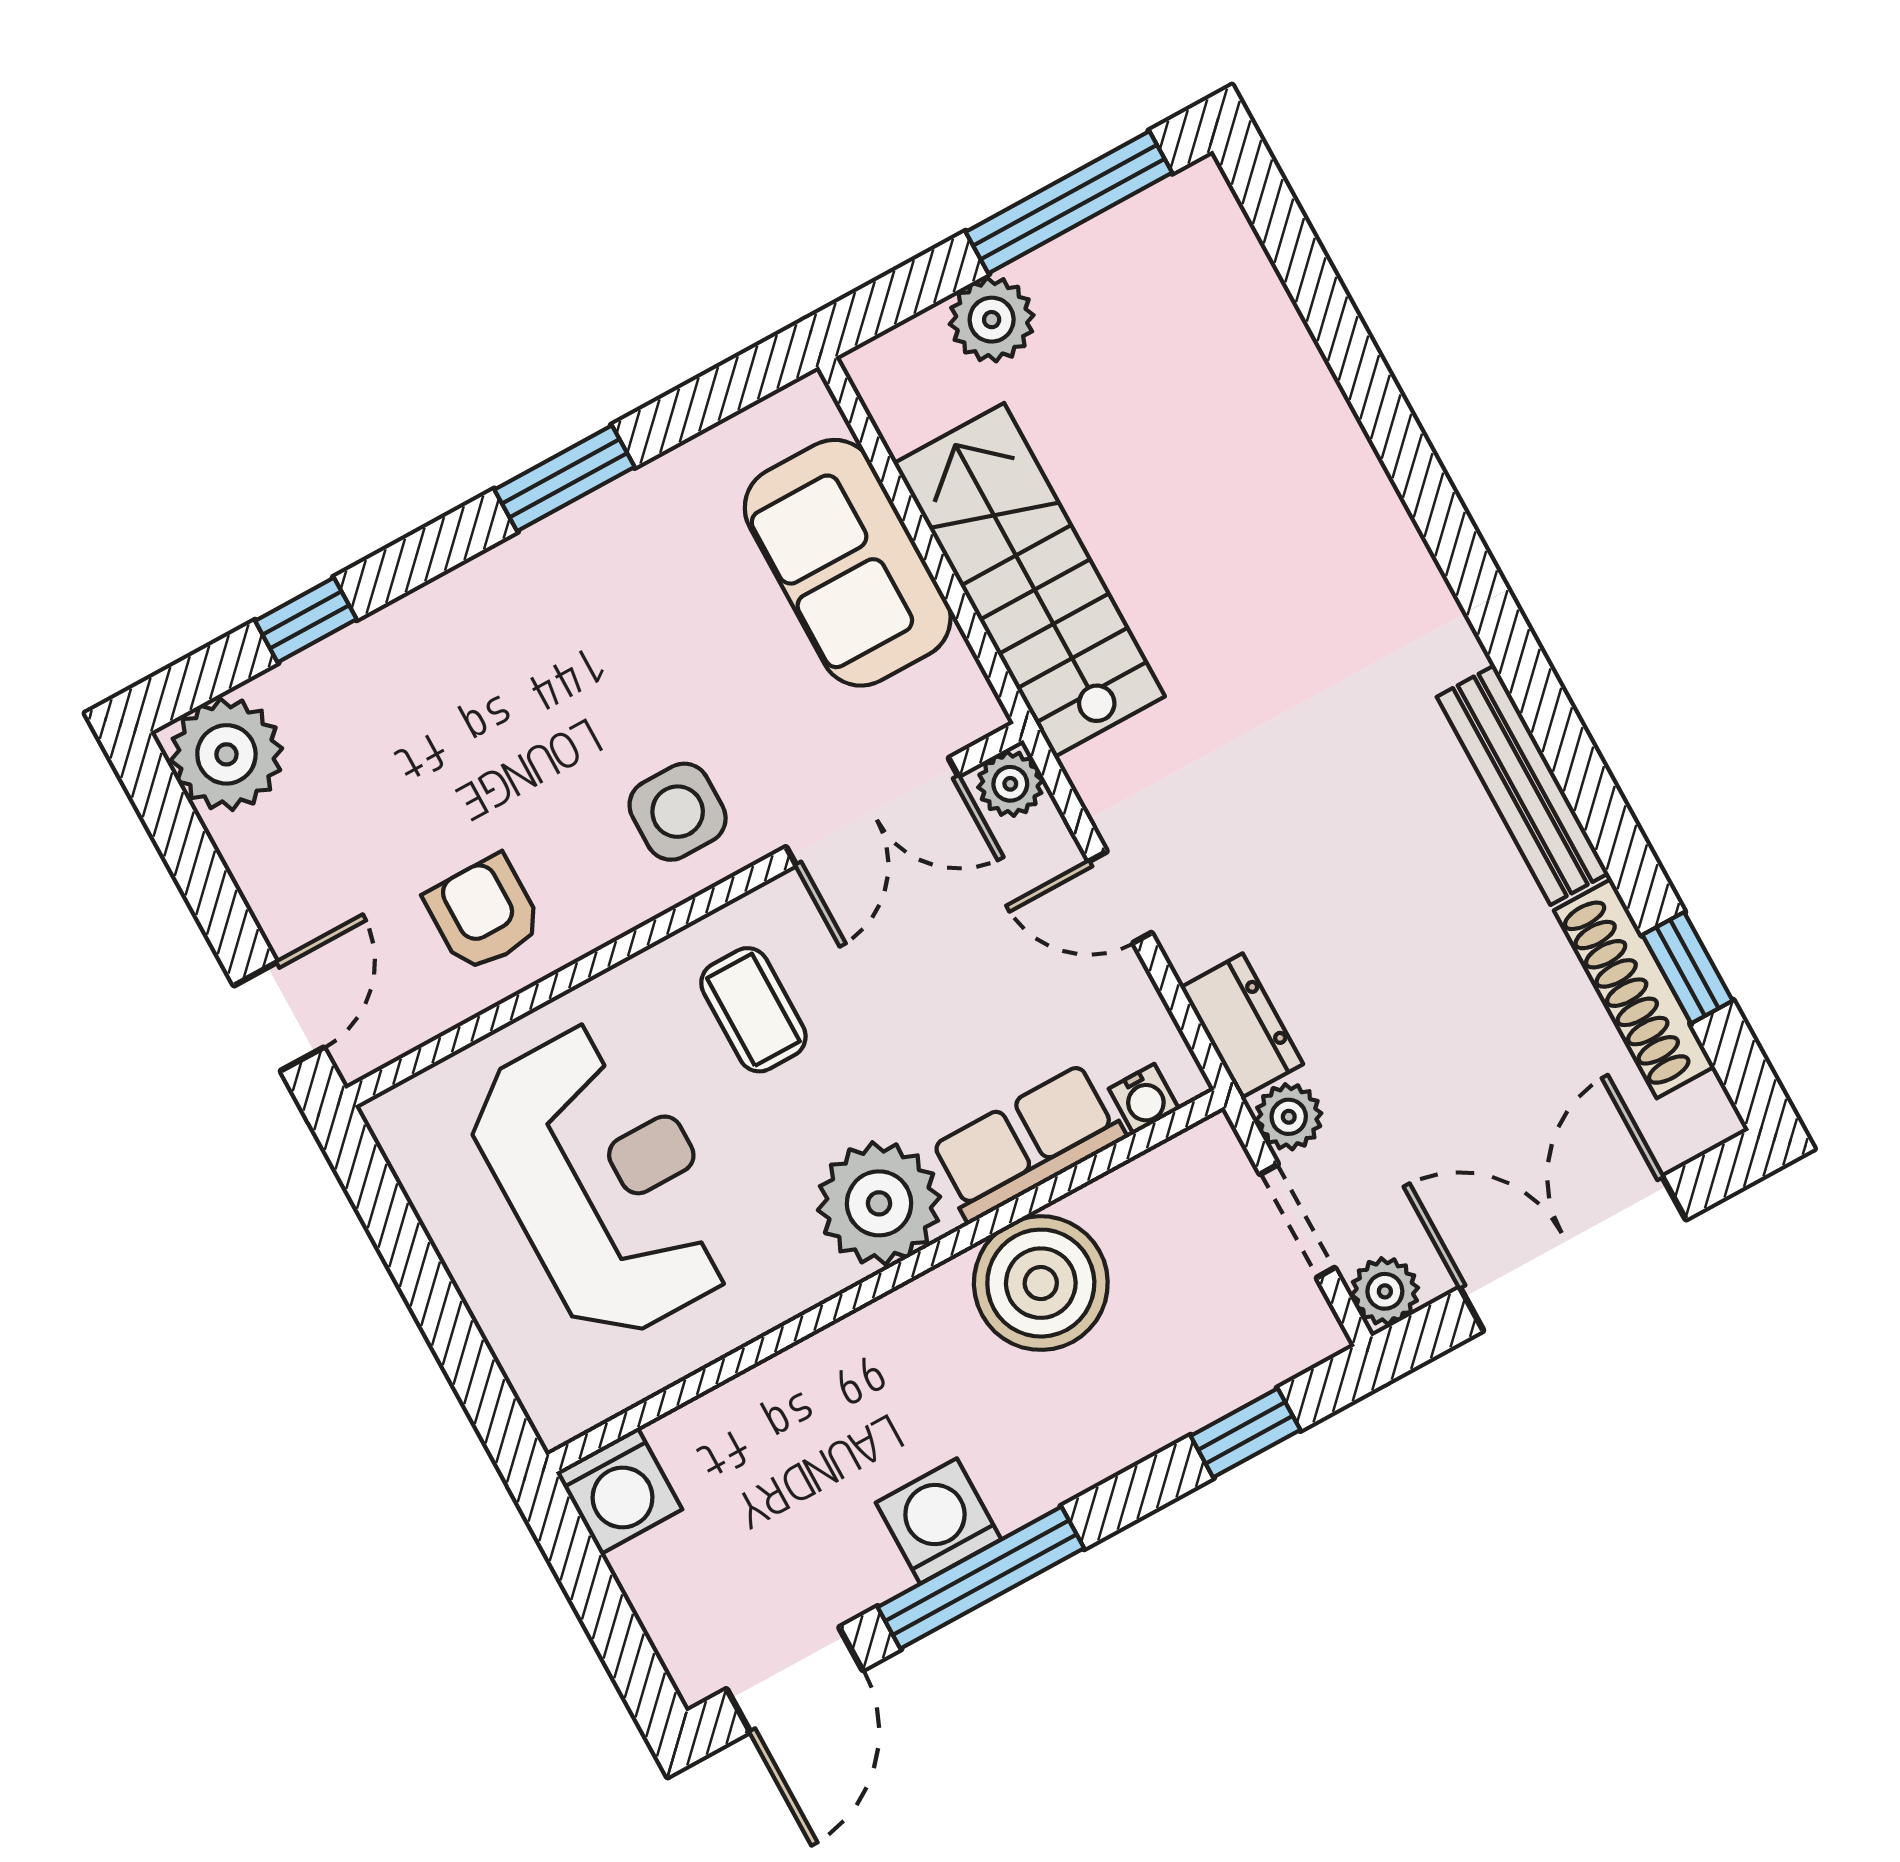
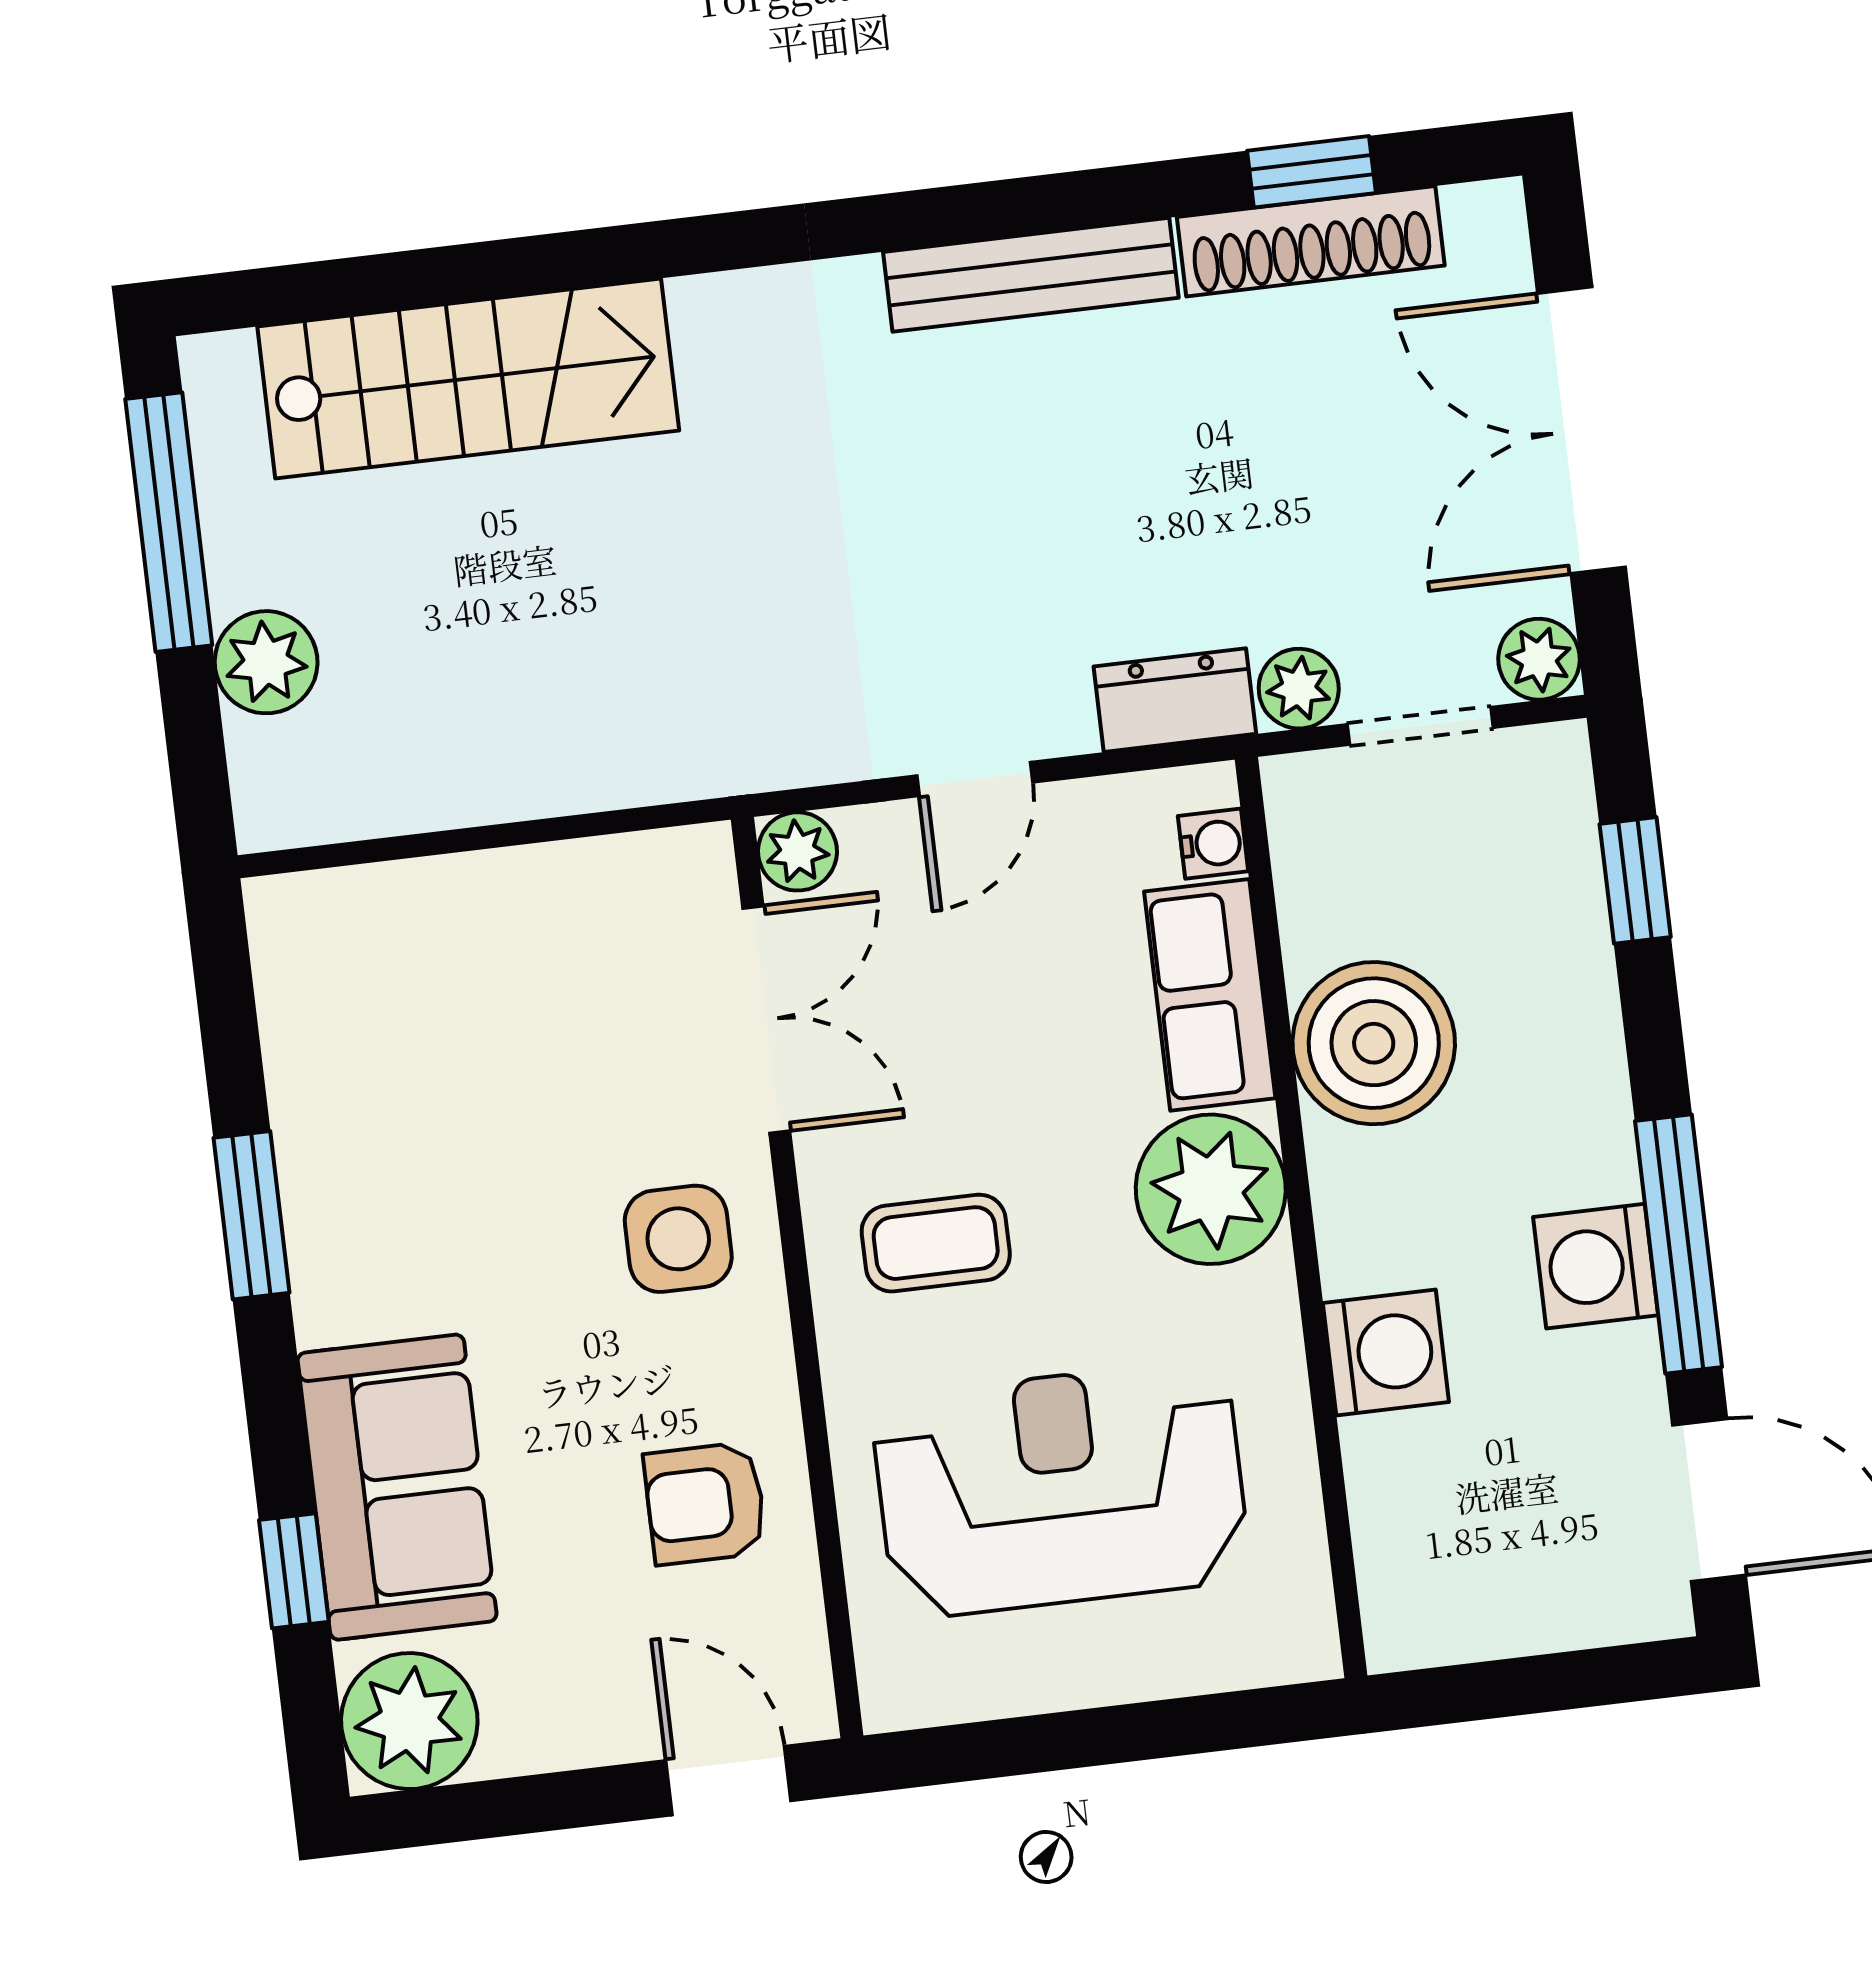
sofa: (848, 563) -> (397, 1487), moved, turned -90
stairs: (1029, 580) -> (468, 378), moved, turned 180
washing machine: (619, 1491) -> (1386, 1352), moved

